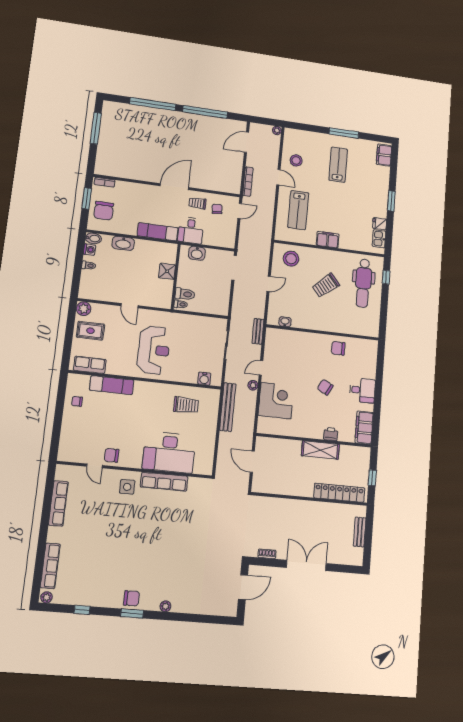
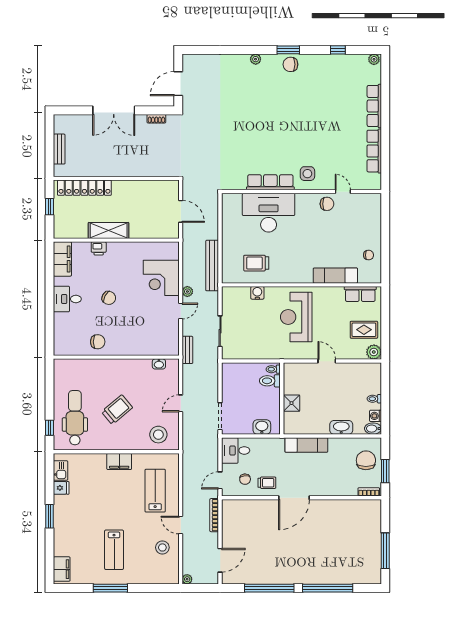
desk: (191, 230) -> (236, 450), moved, turned -90
water cooler: (204, 379) -> (257, 293), moved
row of seats: (50, 566) -> (374, 106), moved

